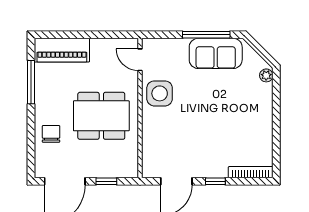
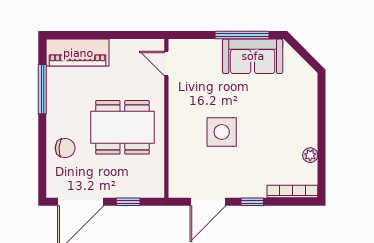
plant: (266, 75) -> (310, 155), moved
side table: (160, 93) -> (222, 132), moved
chair: (51, 134) -> (65, 148), turned 94

